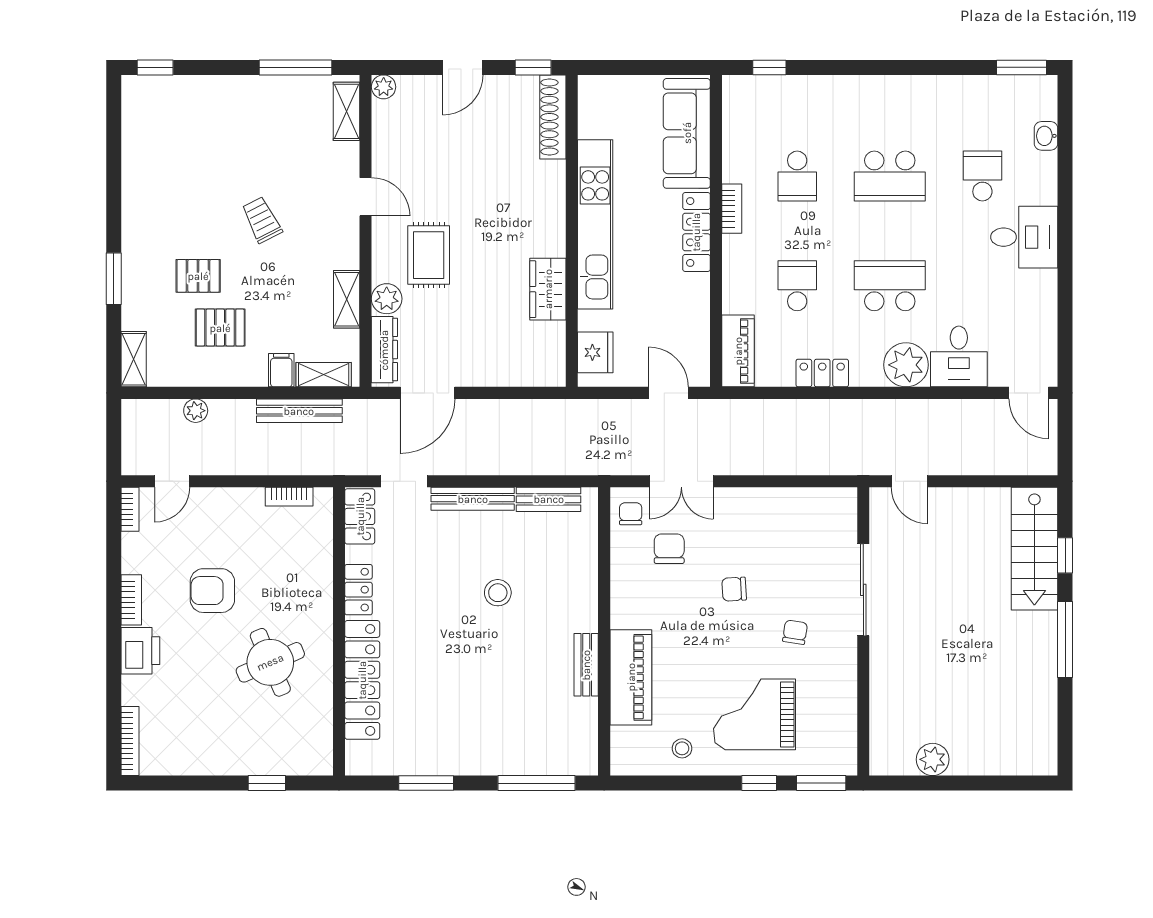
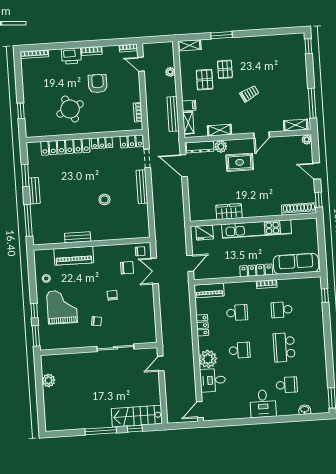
school desk: (890, 286) -> (240, 350), width x0.54
bench: (549, 499) -> (34, 191), moved

